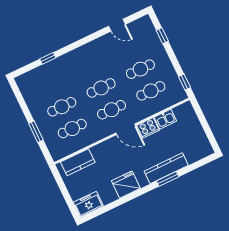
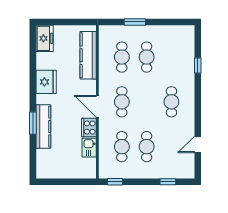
cafe table: (101, 88) -> (171, 102), moved
door: (126, 129) -> (97, 106), hinge flipped
kitchen counter: (78, 162) -> (88, 55), width x1.50

